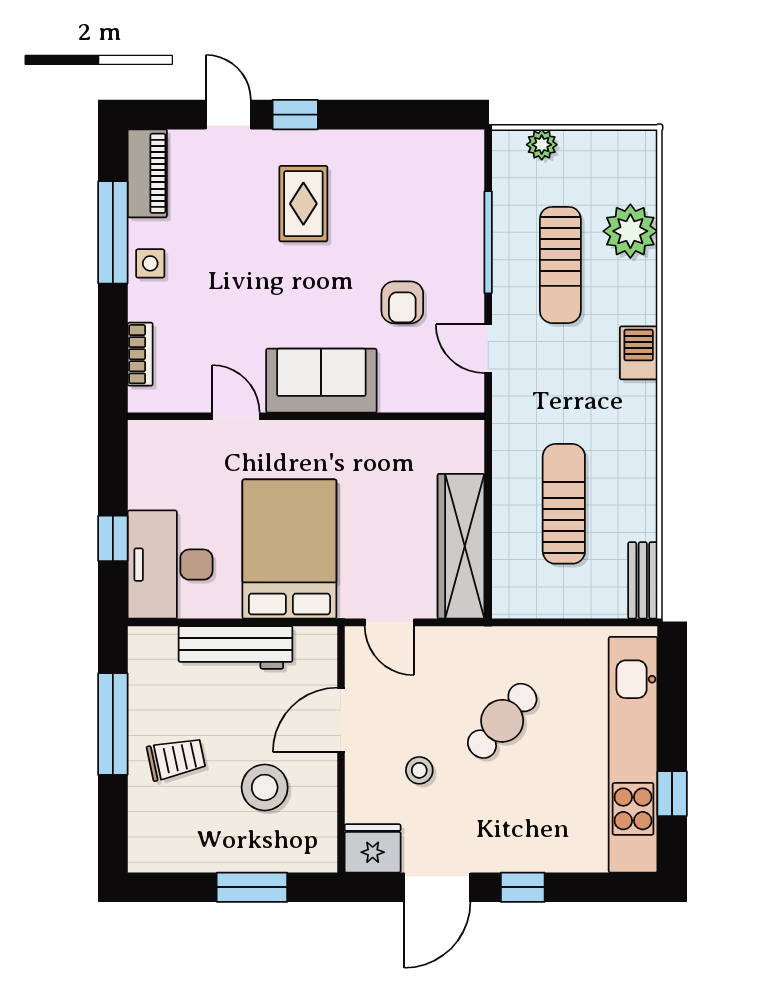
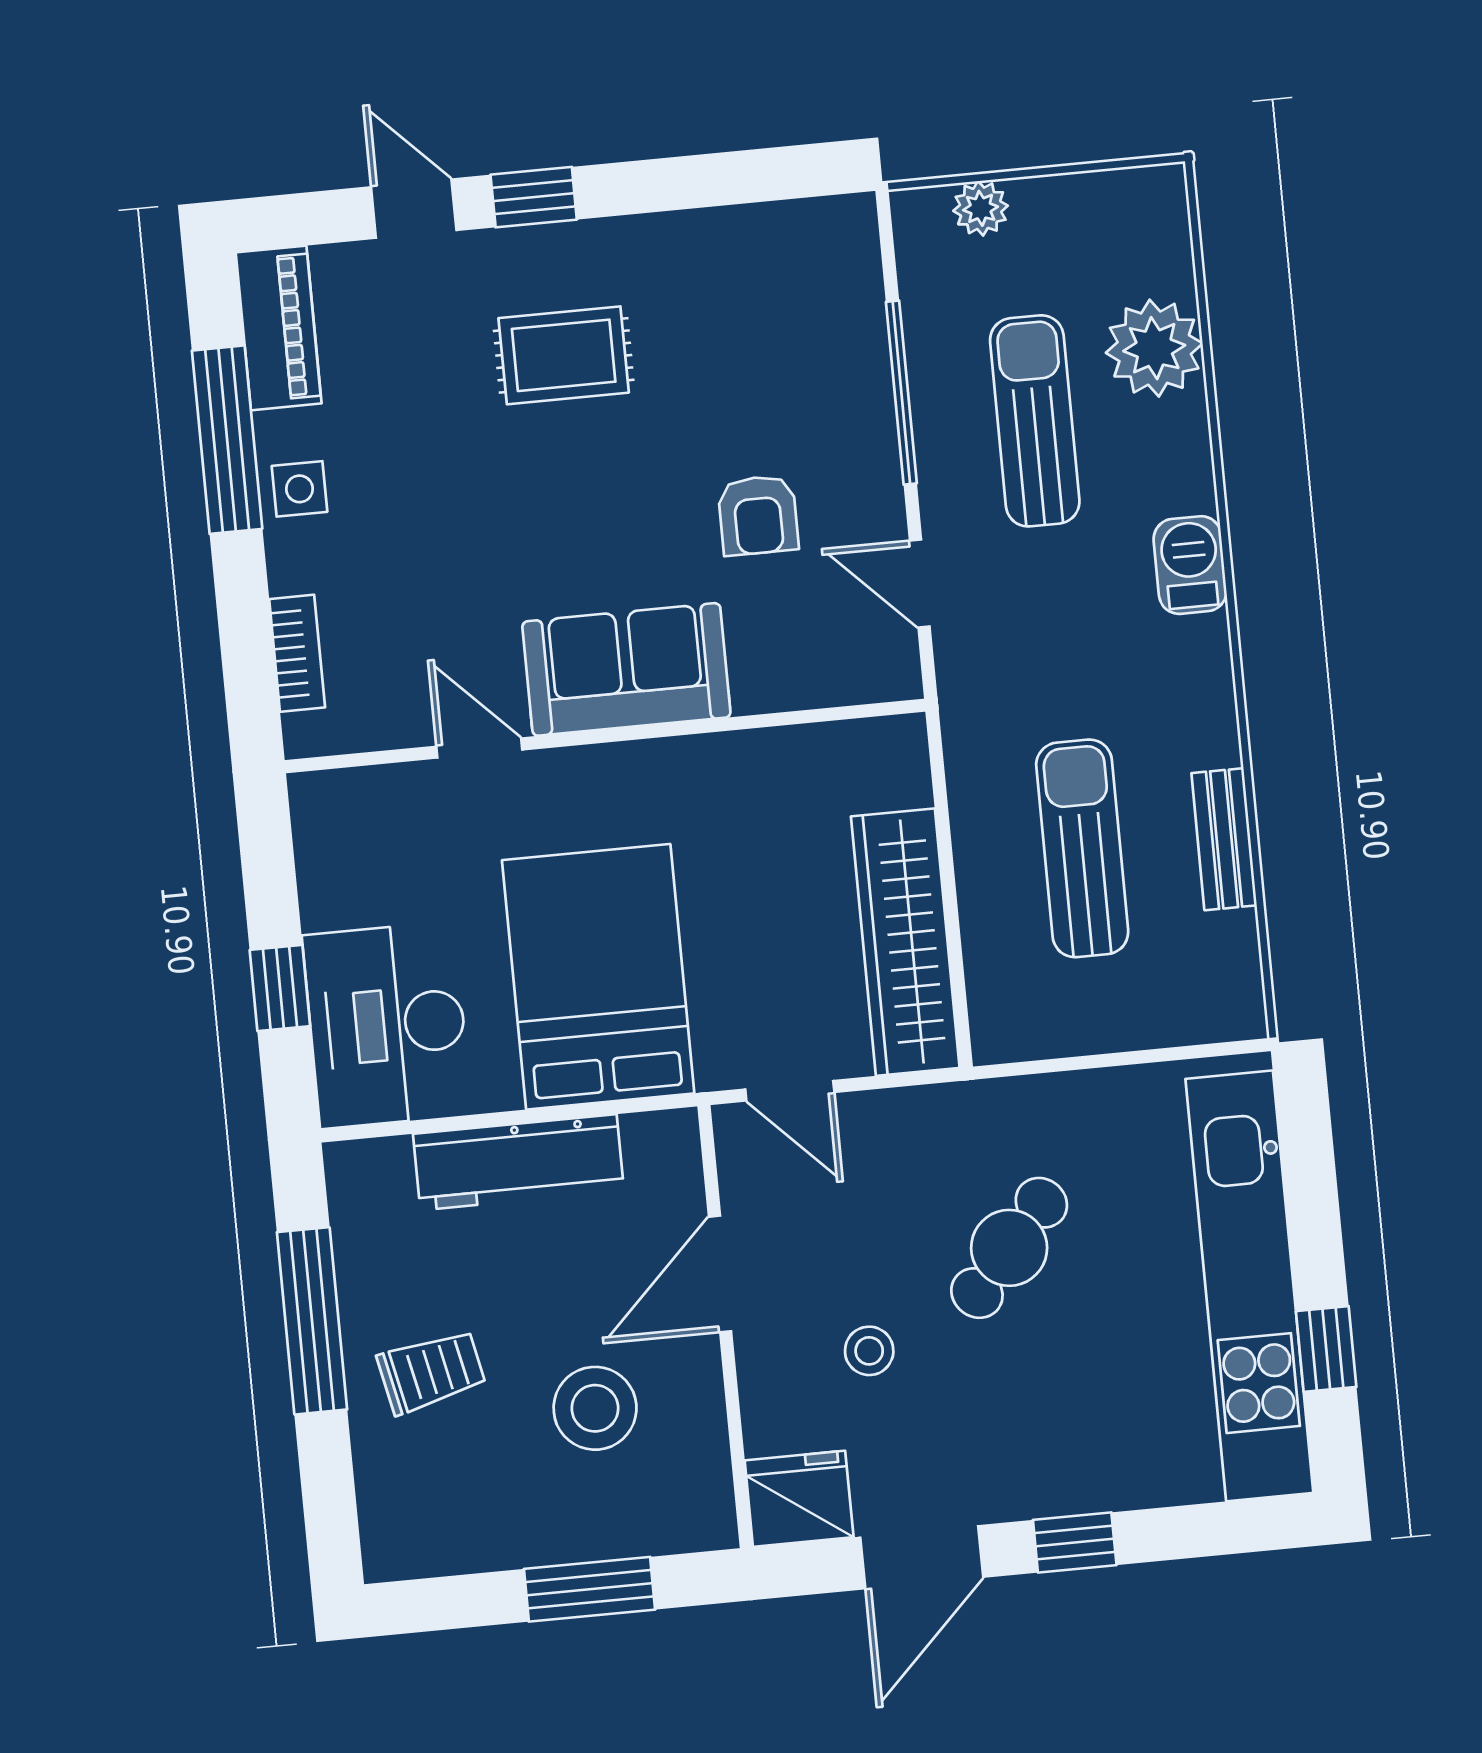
rug: (303, 204) -> (564, 355), turned 90
sun lounger: (560, 265) -> (1035, 421), turned 180
bench: (643, 580) -> (1224, 839), moved

